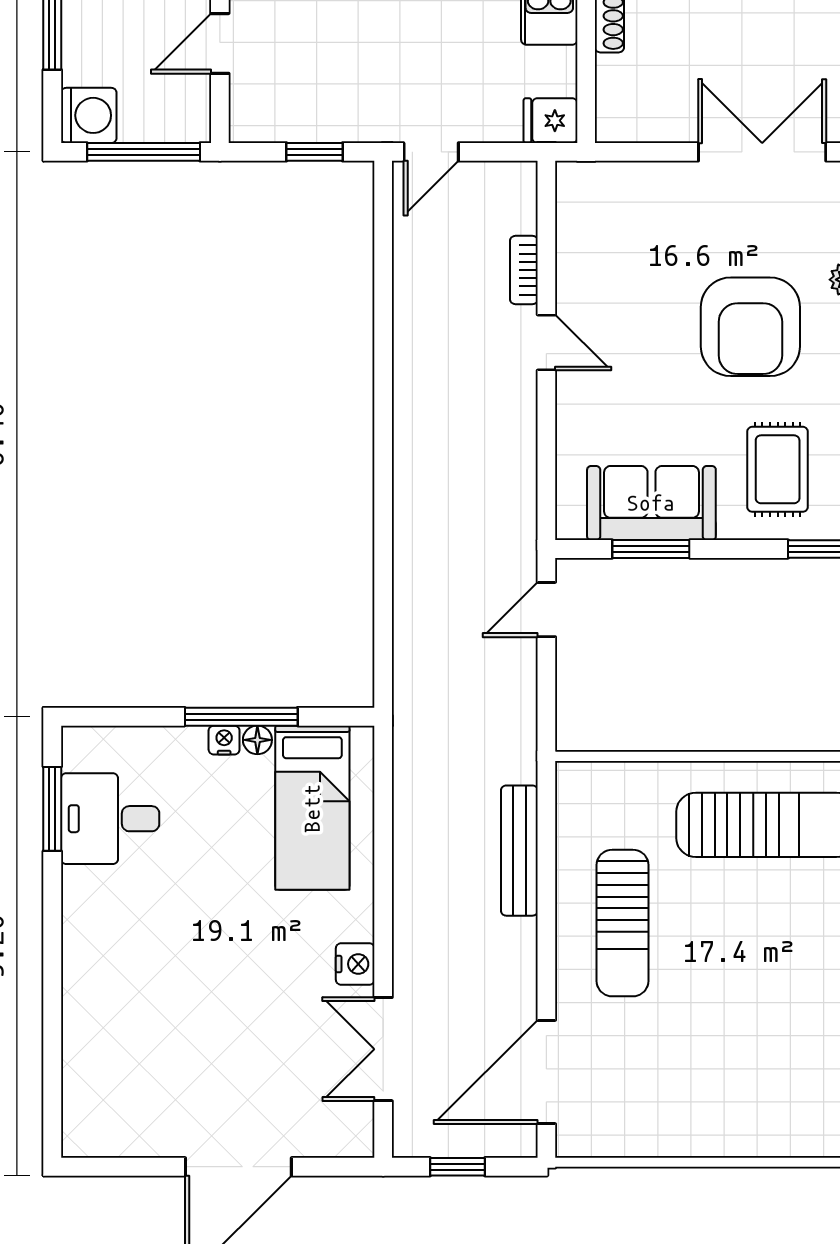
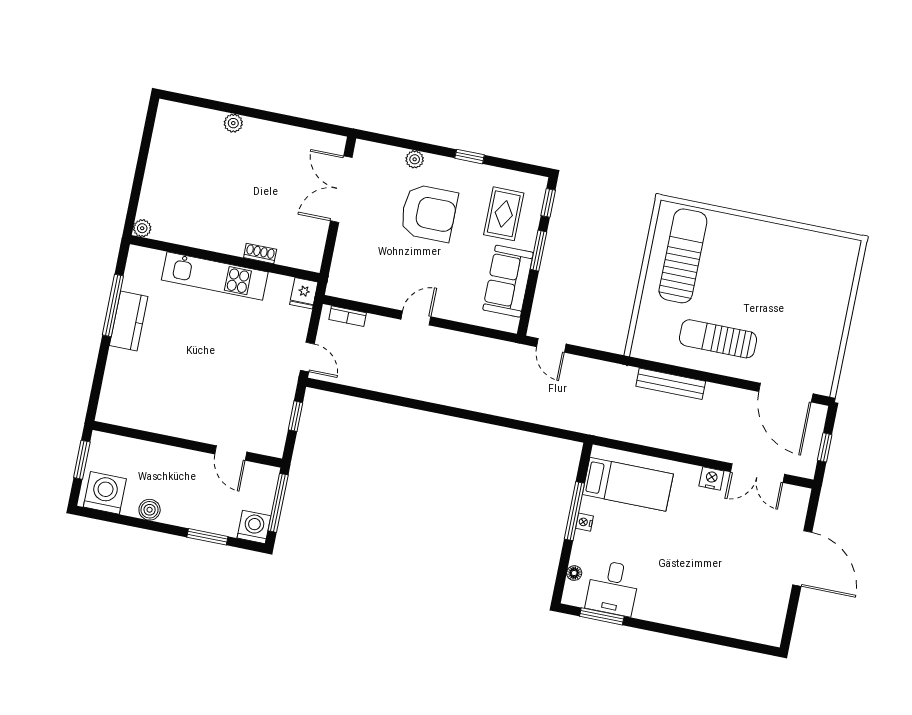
bookcase: (524, 270) -> (348, 316), moved
rug: (778, 469) -> (504, 214), turned 90
window: (651, 549) -> (538, 251), moved
floor lamp: (257, 740) -> (574, 573), moved
sun lounger: (623, 923) -> (718, 339), turned 180

